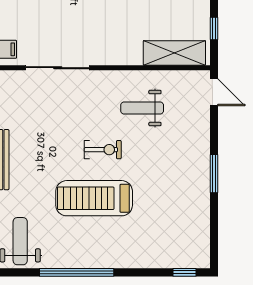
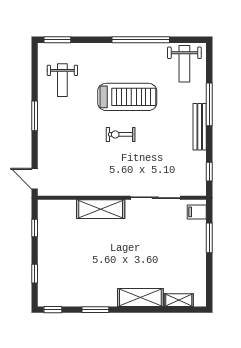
shelving: (174, 53) -> (101, 209), moved
weight bench: (142, 108) -> (62, 80), moved, turned 90
window: (185, 272) -> (57, 40), width x1.50

